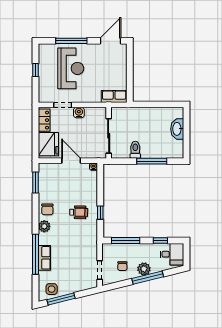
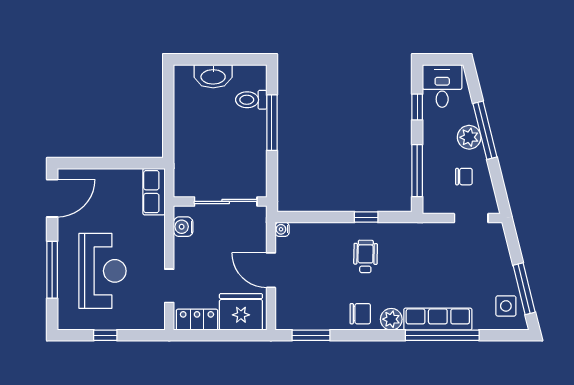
door: (110, 41) -> (52, 198), swing flipped
reception desk: (71, 68) -> (103, 271), turned 90
water cooler: (79, 113) -> (183, 227), moved
toilet: (135, 150) -> (251, 100), moved
door: (71, 161) -> (271, 270), hinge flipped
row of seats: (44, 258) -> (438, 319), width x1.48

